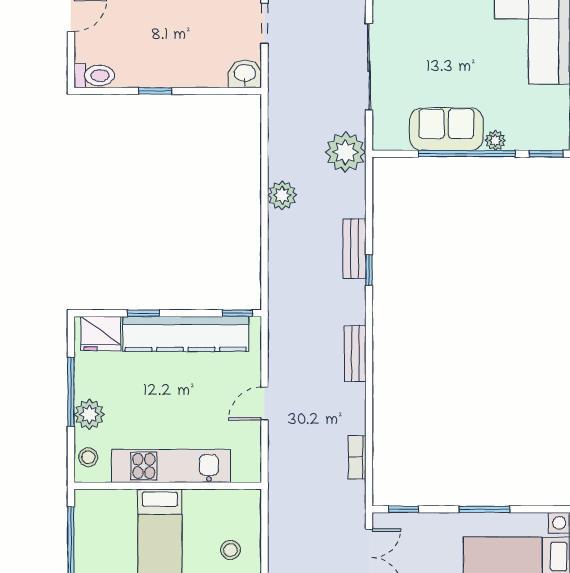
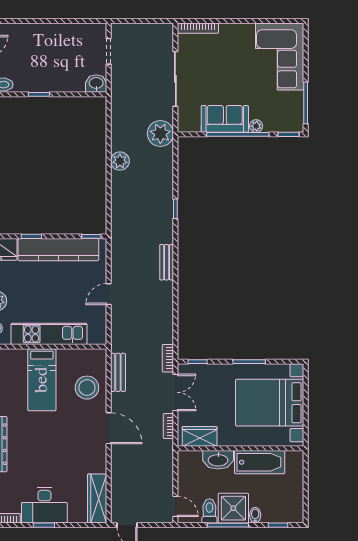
bench: (354, 249) -> (118, 372), moved
bookcase: (357, 457) -> (168, 358), moved
stool: (230, 550) -> (87, 388), width x1.89, depth x1.89

